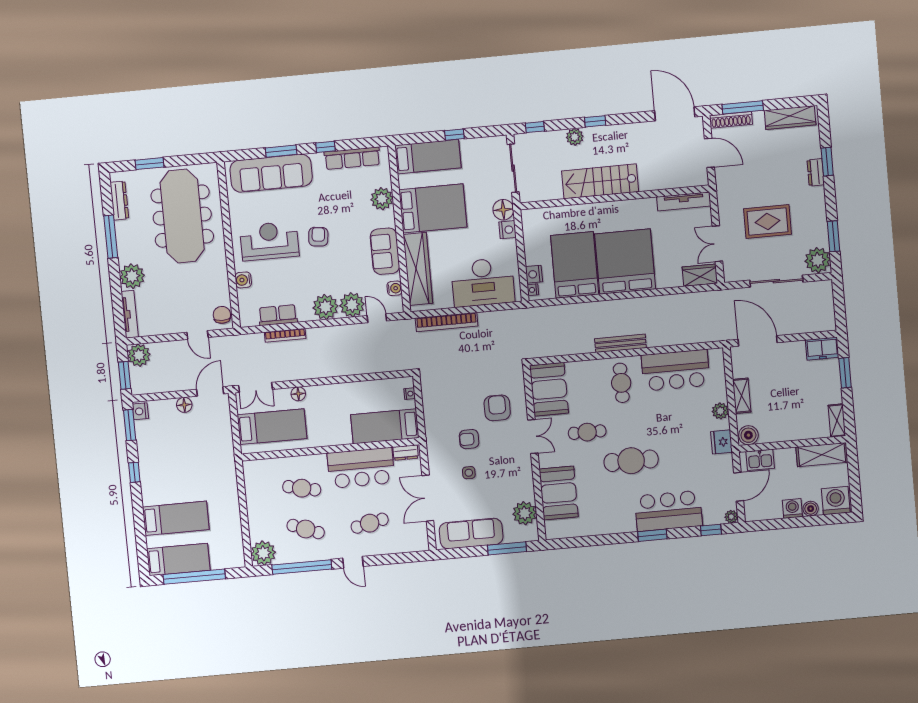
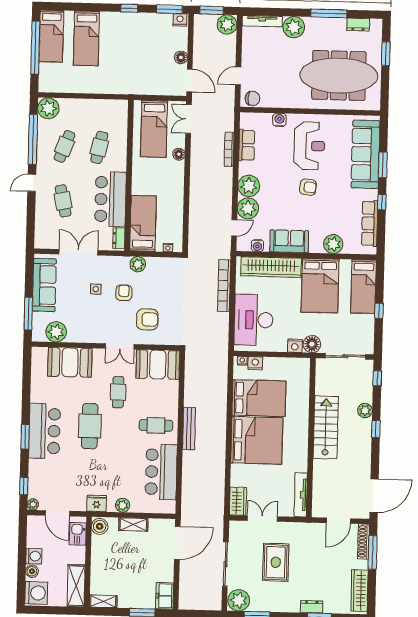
dresser: (119, 201) -> (358, 24), width x0.70
plant: (433, 427) -> (138, 264), added
bar counter: (668, 511) -> (45, 431), moved

